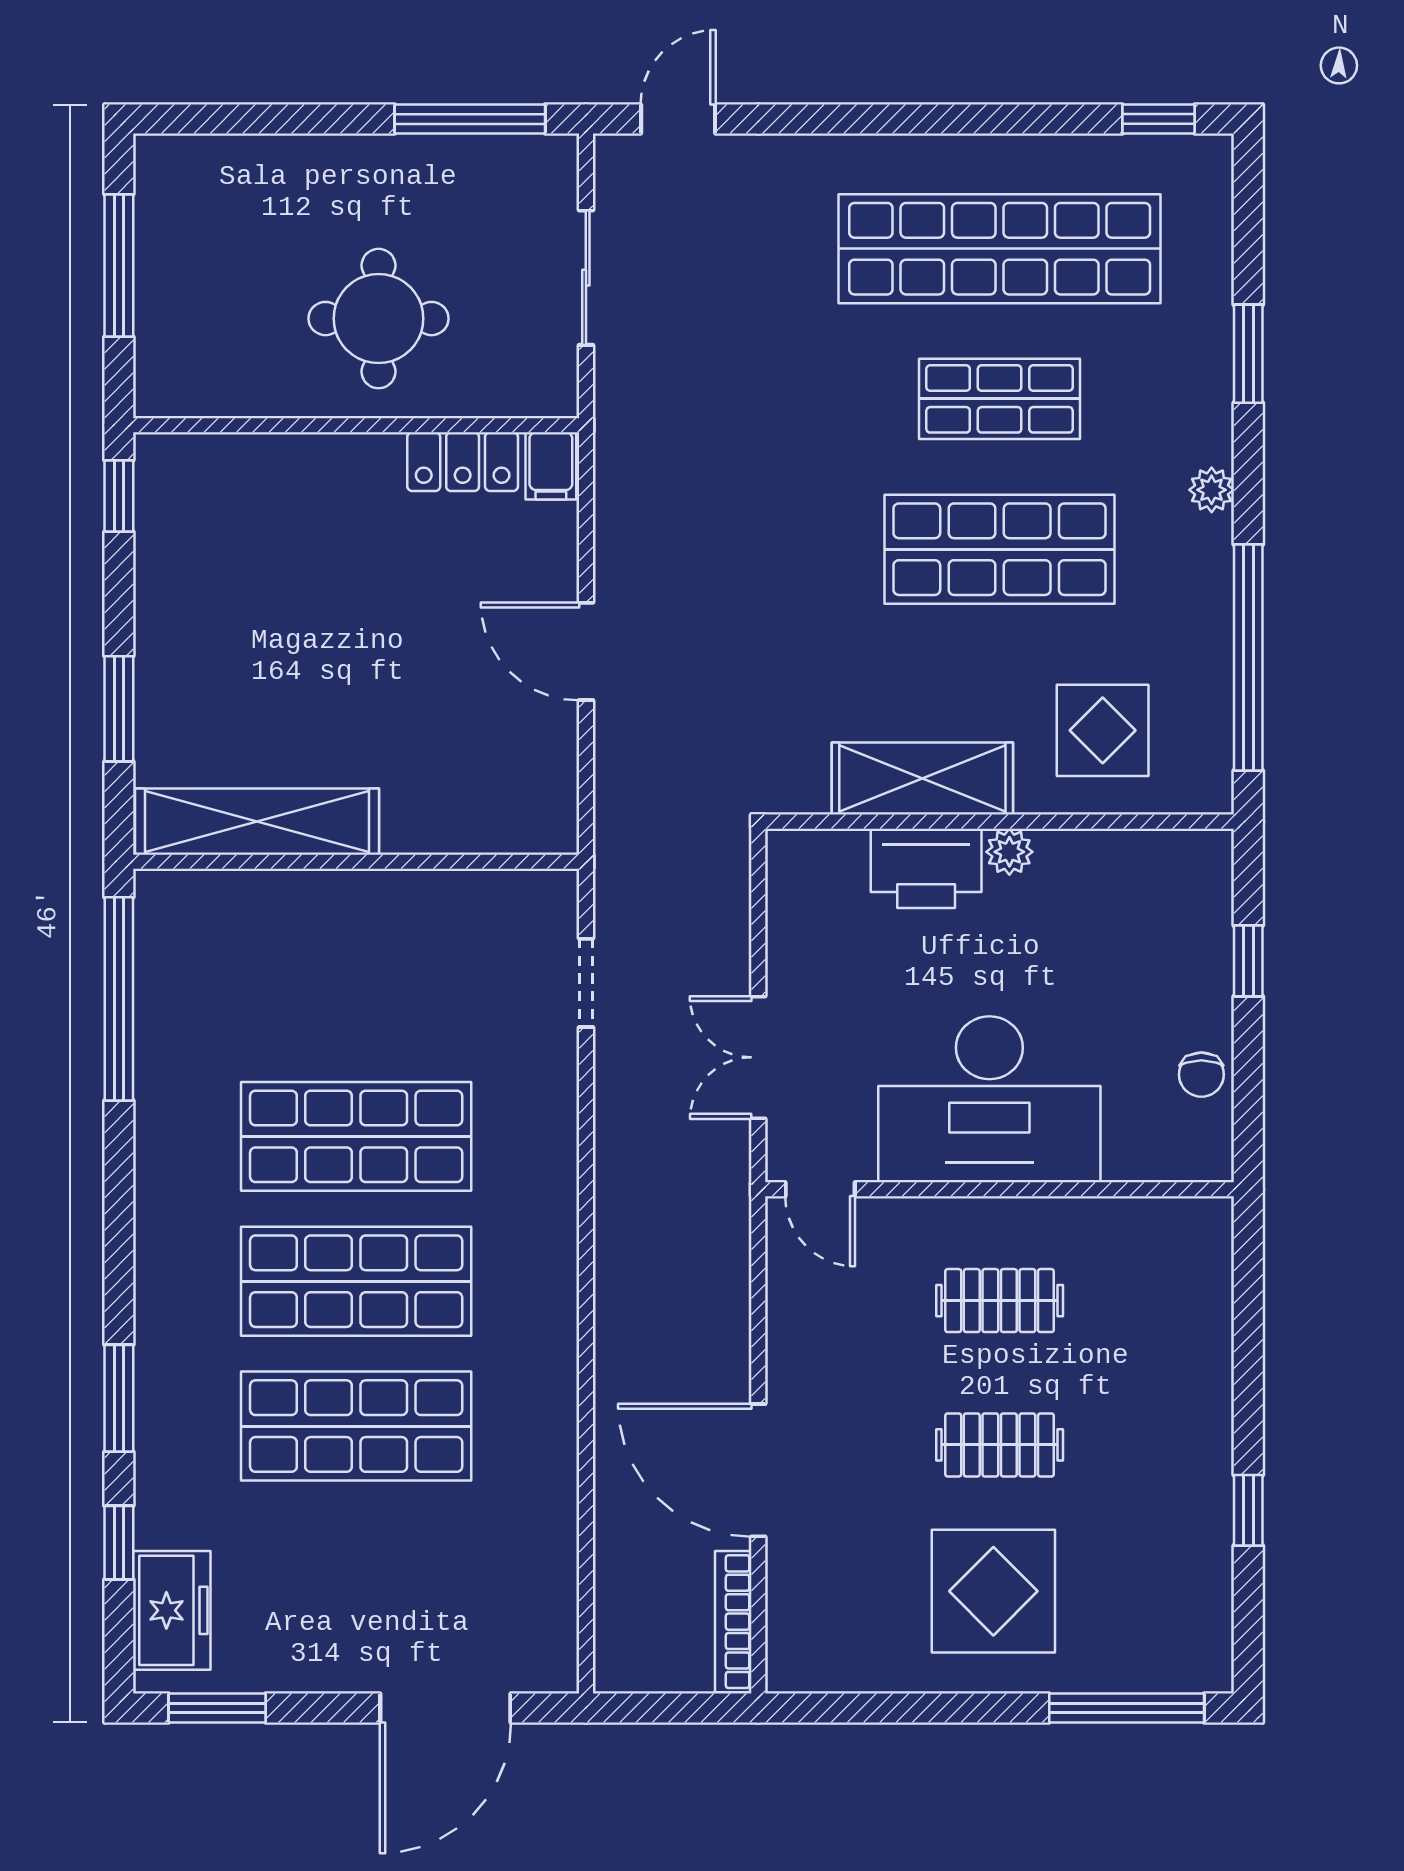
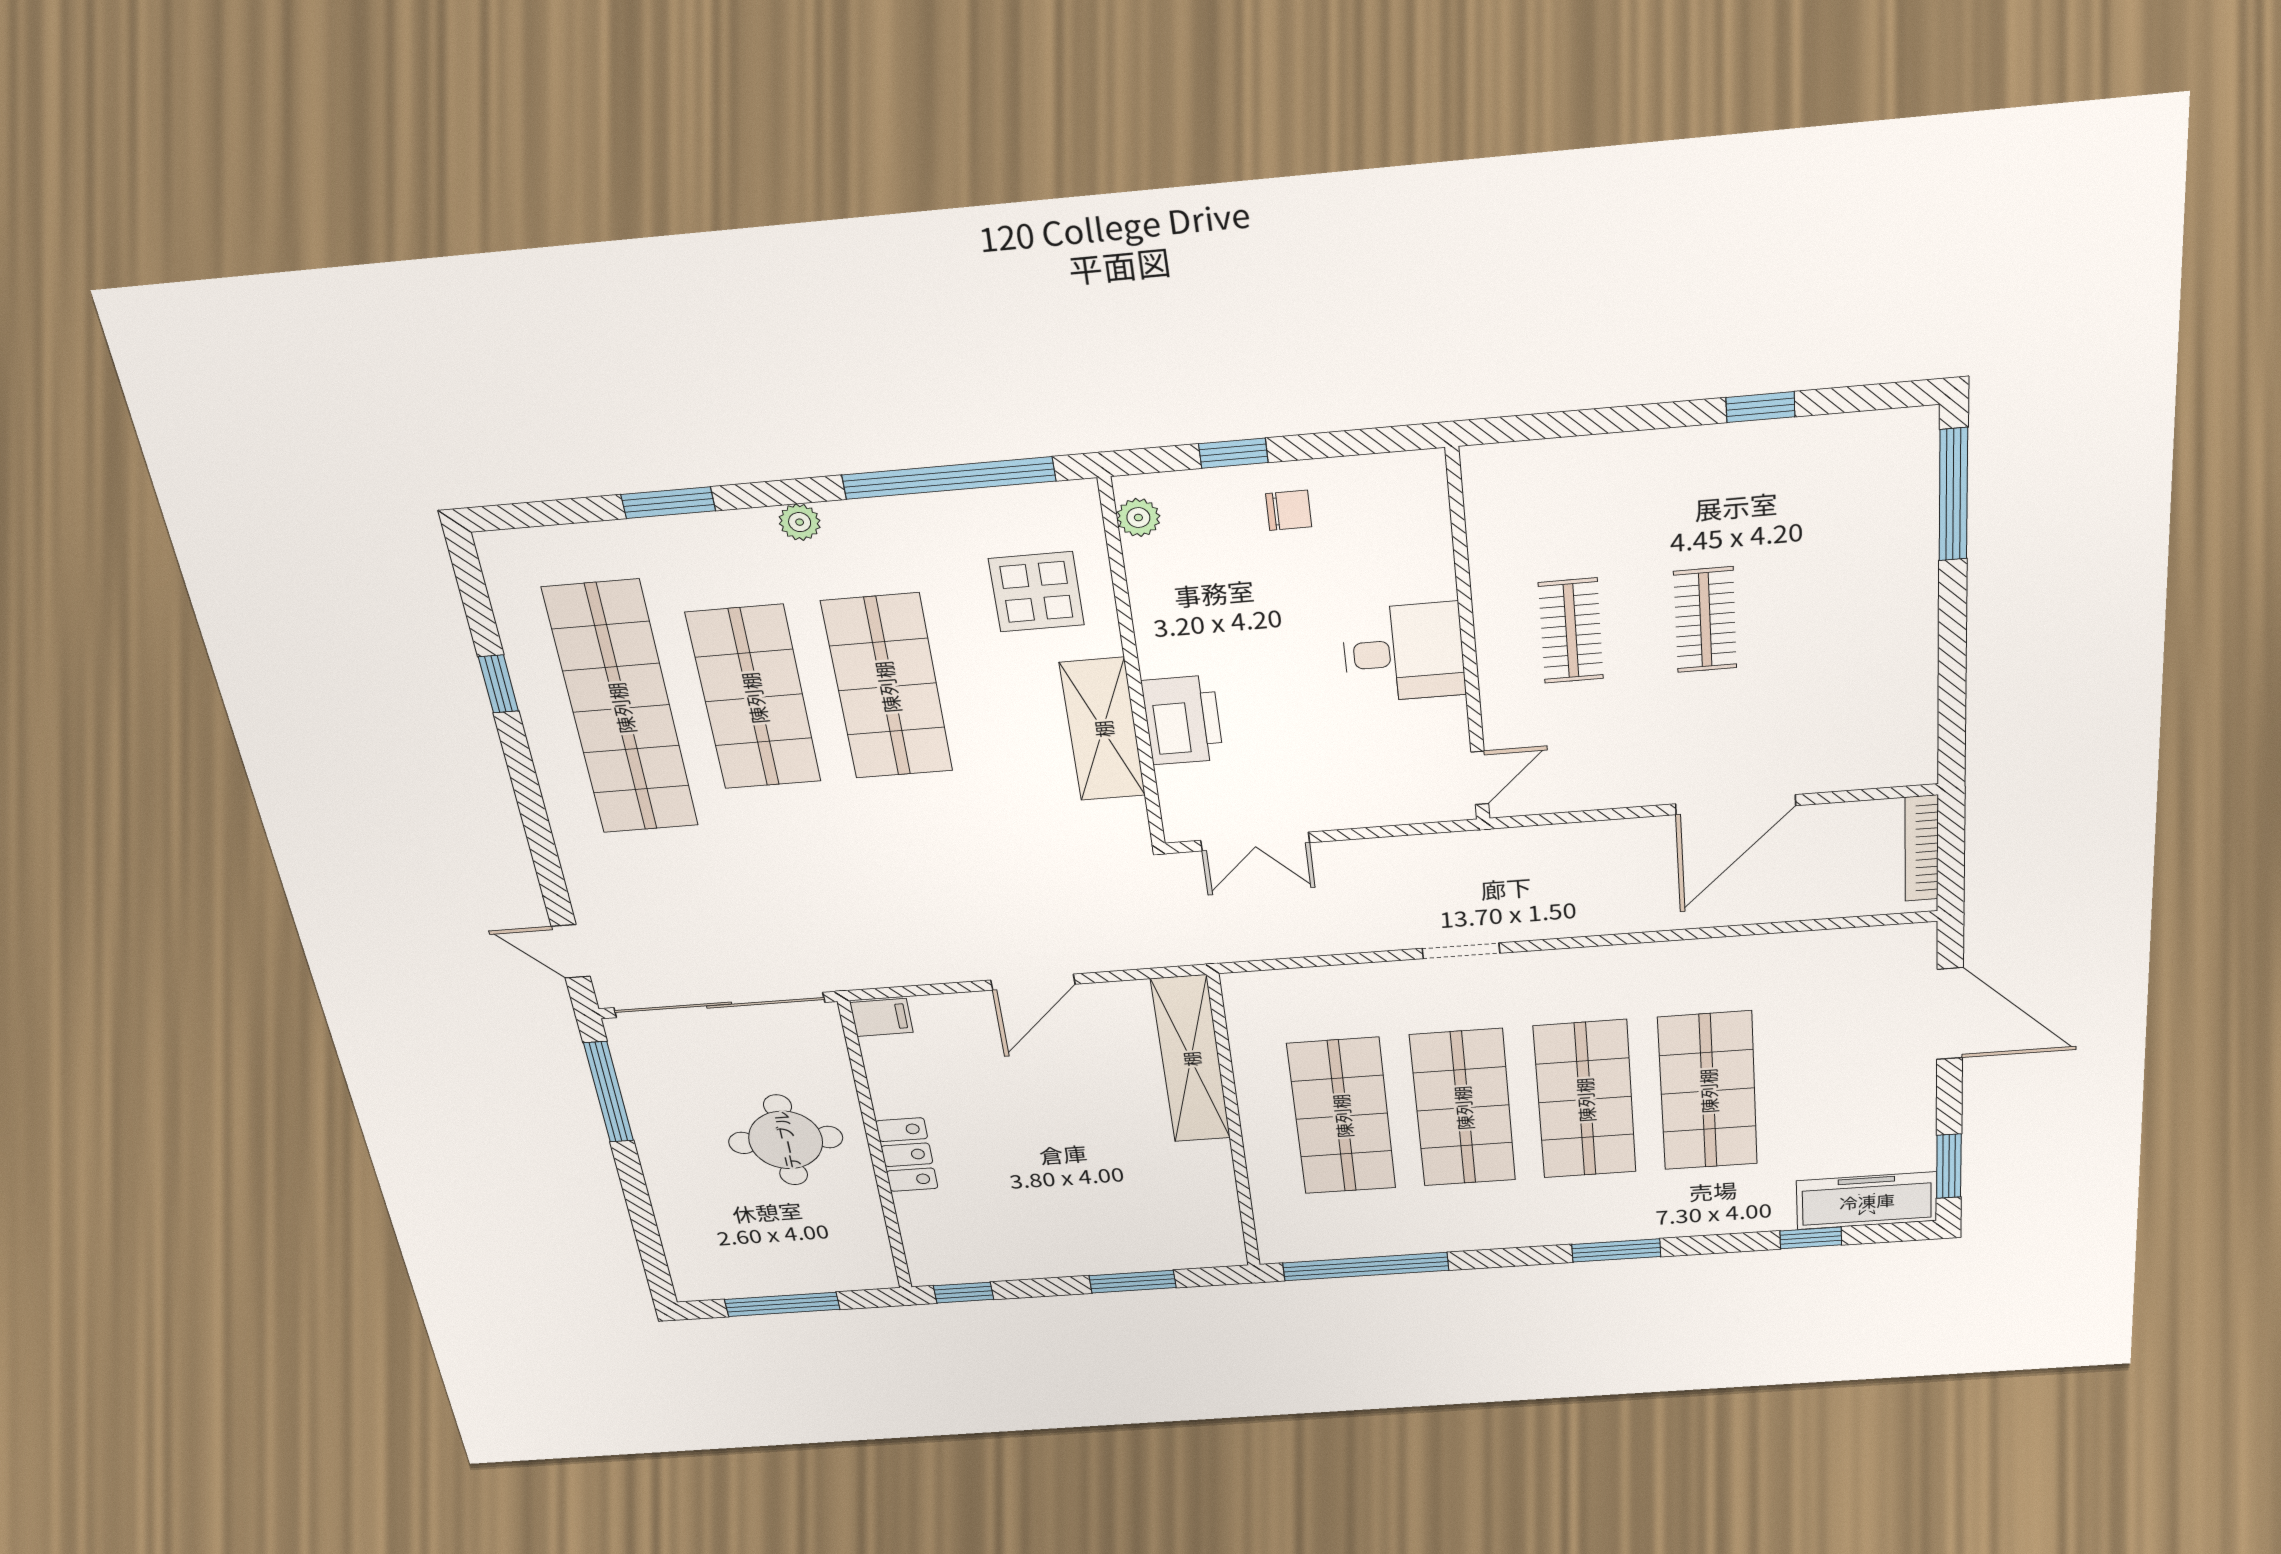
window: (1158, 119) -> (498, 684), moved
sliding door: (586, 278) -> (719, 1005), width x1.86
shop shelf: (1000, 399) -> (754, 698), width x1.43, depth x1.36
locker: (463, 462) -> (907, 1155), moved
shelving: (257, 822) -> (1191, 1059), moved
plant: (1009, 852) -> (1138, 518), moved
doorway: (586, 983) -> (1461, 951), moved
shop shelf: (356, 992) -> (1342, 1116), added
double door: (758, 1057) -> (1255, 842), moved
chair: (1201, 1075) -> (1289, 510), moved
desk: (989, 1099) -> (1404, 653), width x0.53, depth x0.77
window: (119, 1398) -> (1616, 1250), moved
display table: (993, 1591) -> (1842, 614), removed
freezer: (172, 1610) -> (1867, 1201), width x1.40
bookcase: (733, 1622) -> (1922, 848), moved, turned 90

